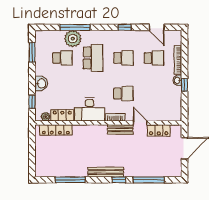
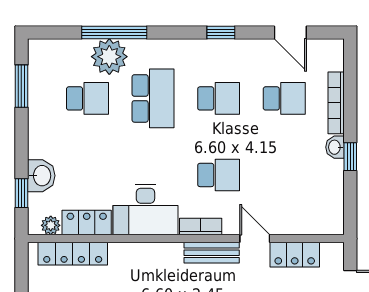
washbasin: (41, 83) -> (41, 176), moved

